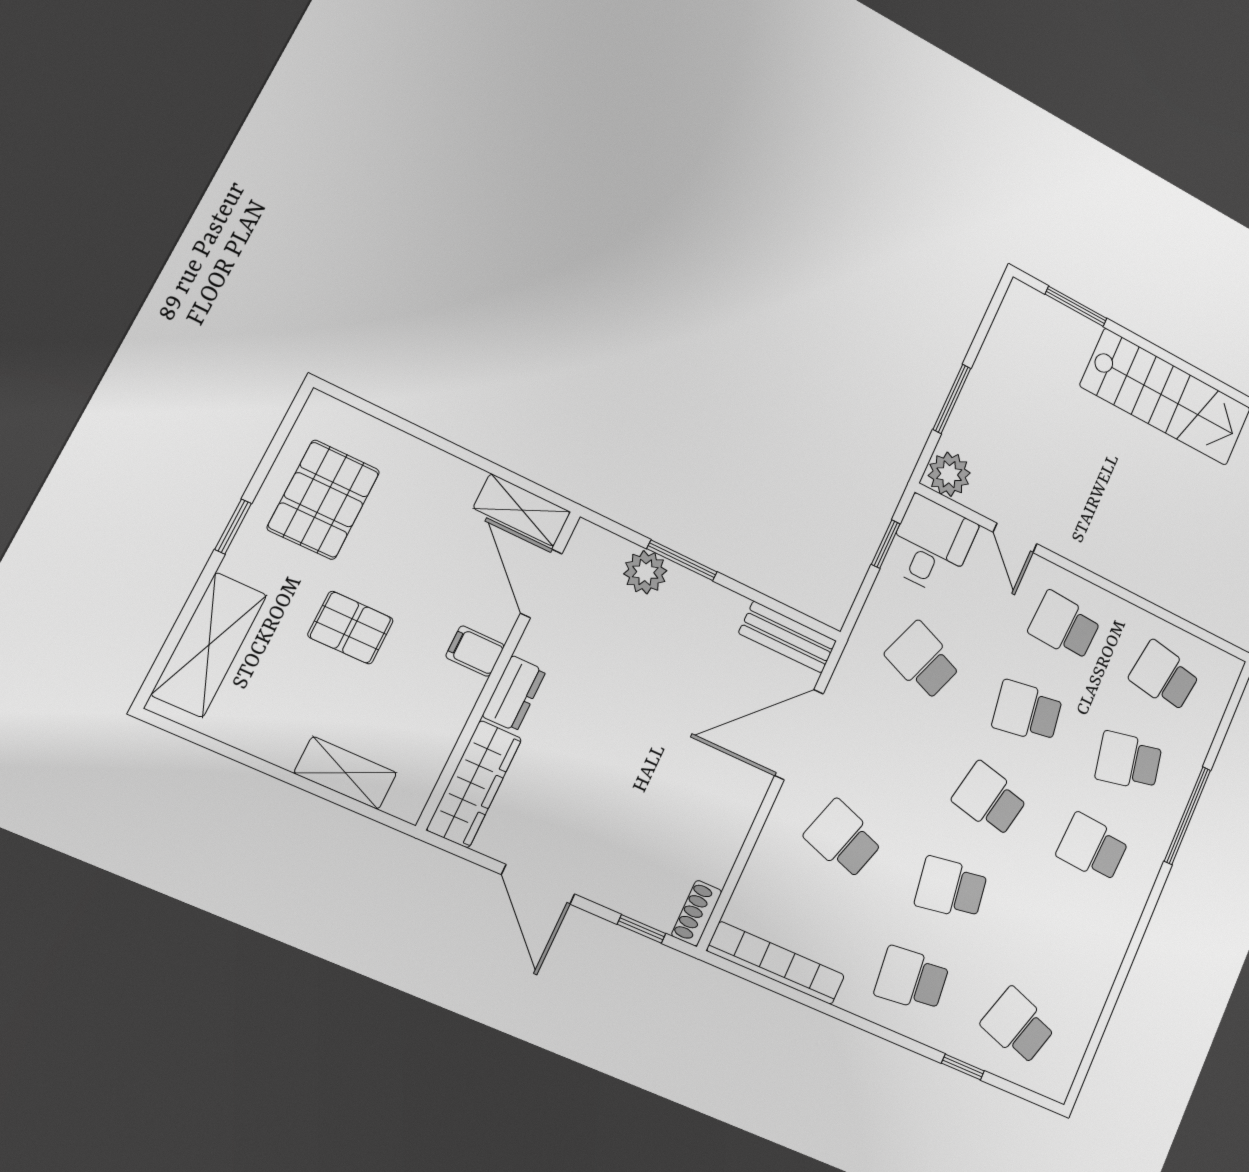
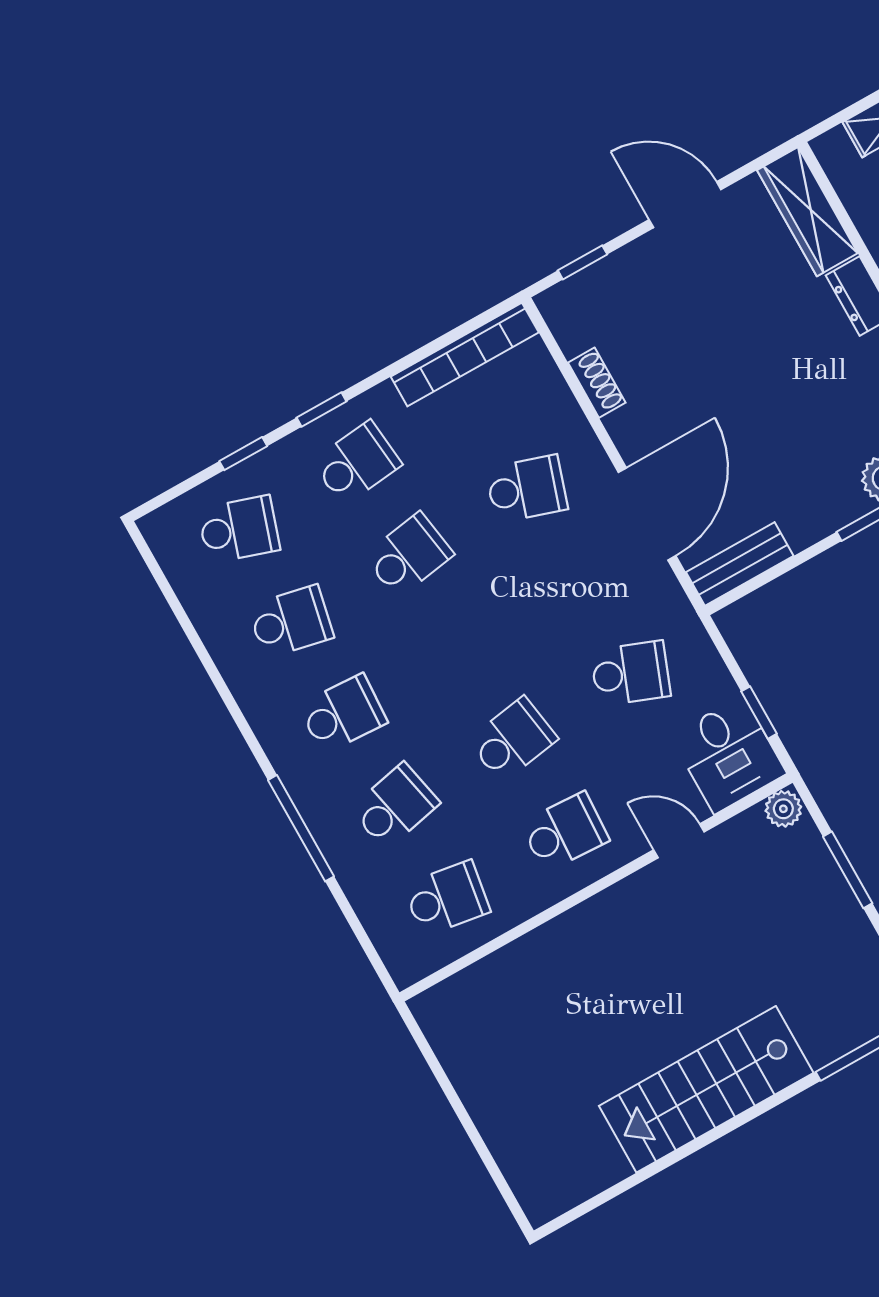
plant: (949, 474) -> (783, 809), width x0.73, depth x0.73
school desk: (990, 799) -> (291, 622), moved
shoe rack: (697, 913) -> (597, 383), moved
window: (891, 1036) -> (322, 409), added

